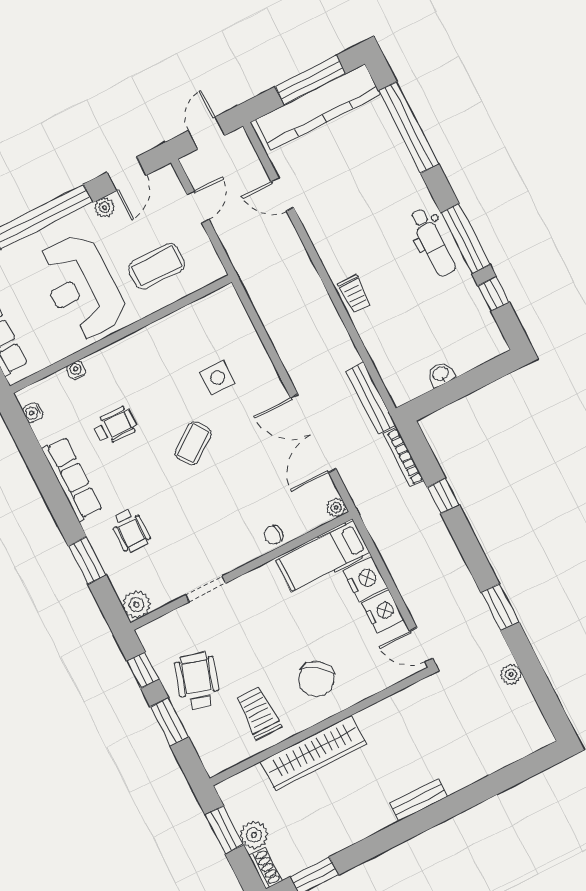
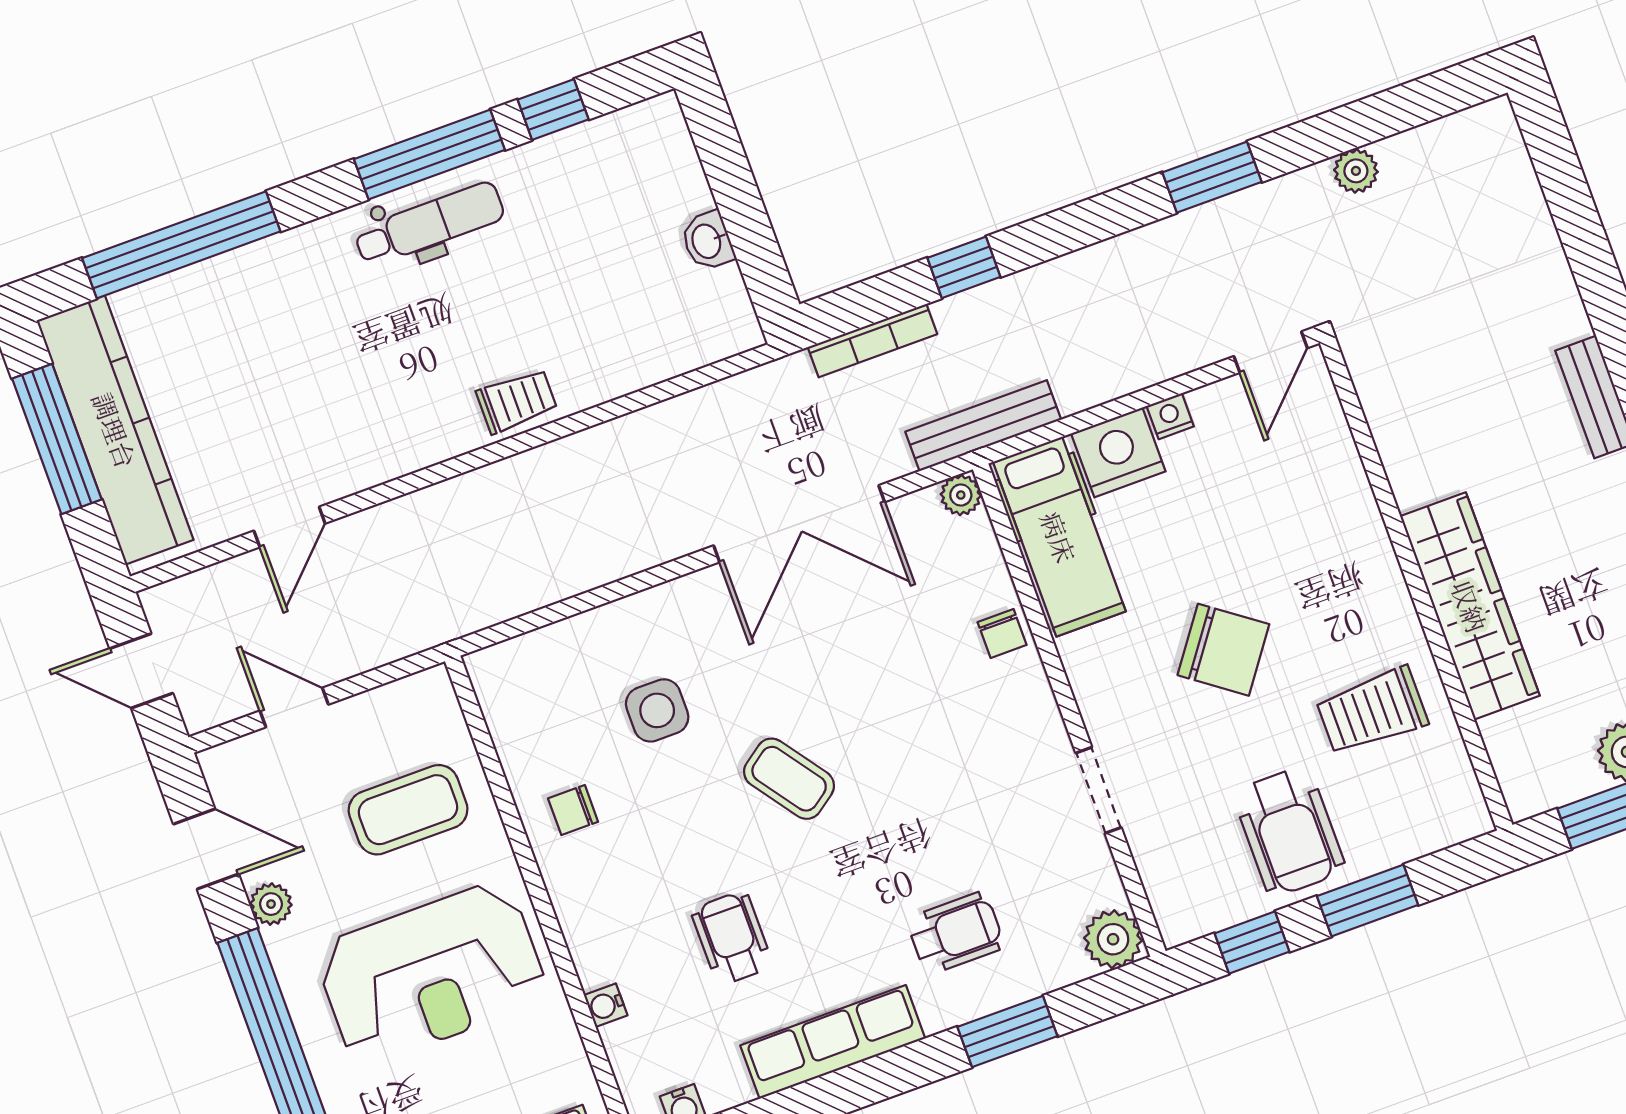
coffee table: (157, 266) -> (408, 810), turned 90
chair: (166, 344) -> (573, 810), added
bench: (371, 398) -> (983, 426), moved
nightstand: (383, 611) -> (1170, 416), width x0.53, depth x0.56
chair: (316, 679) -> (1223, 650), moved
wheelchair: (197, 681) -> (1289, 831), turned -107

